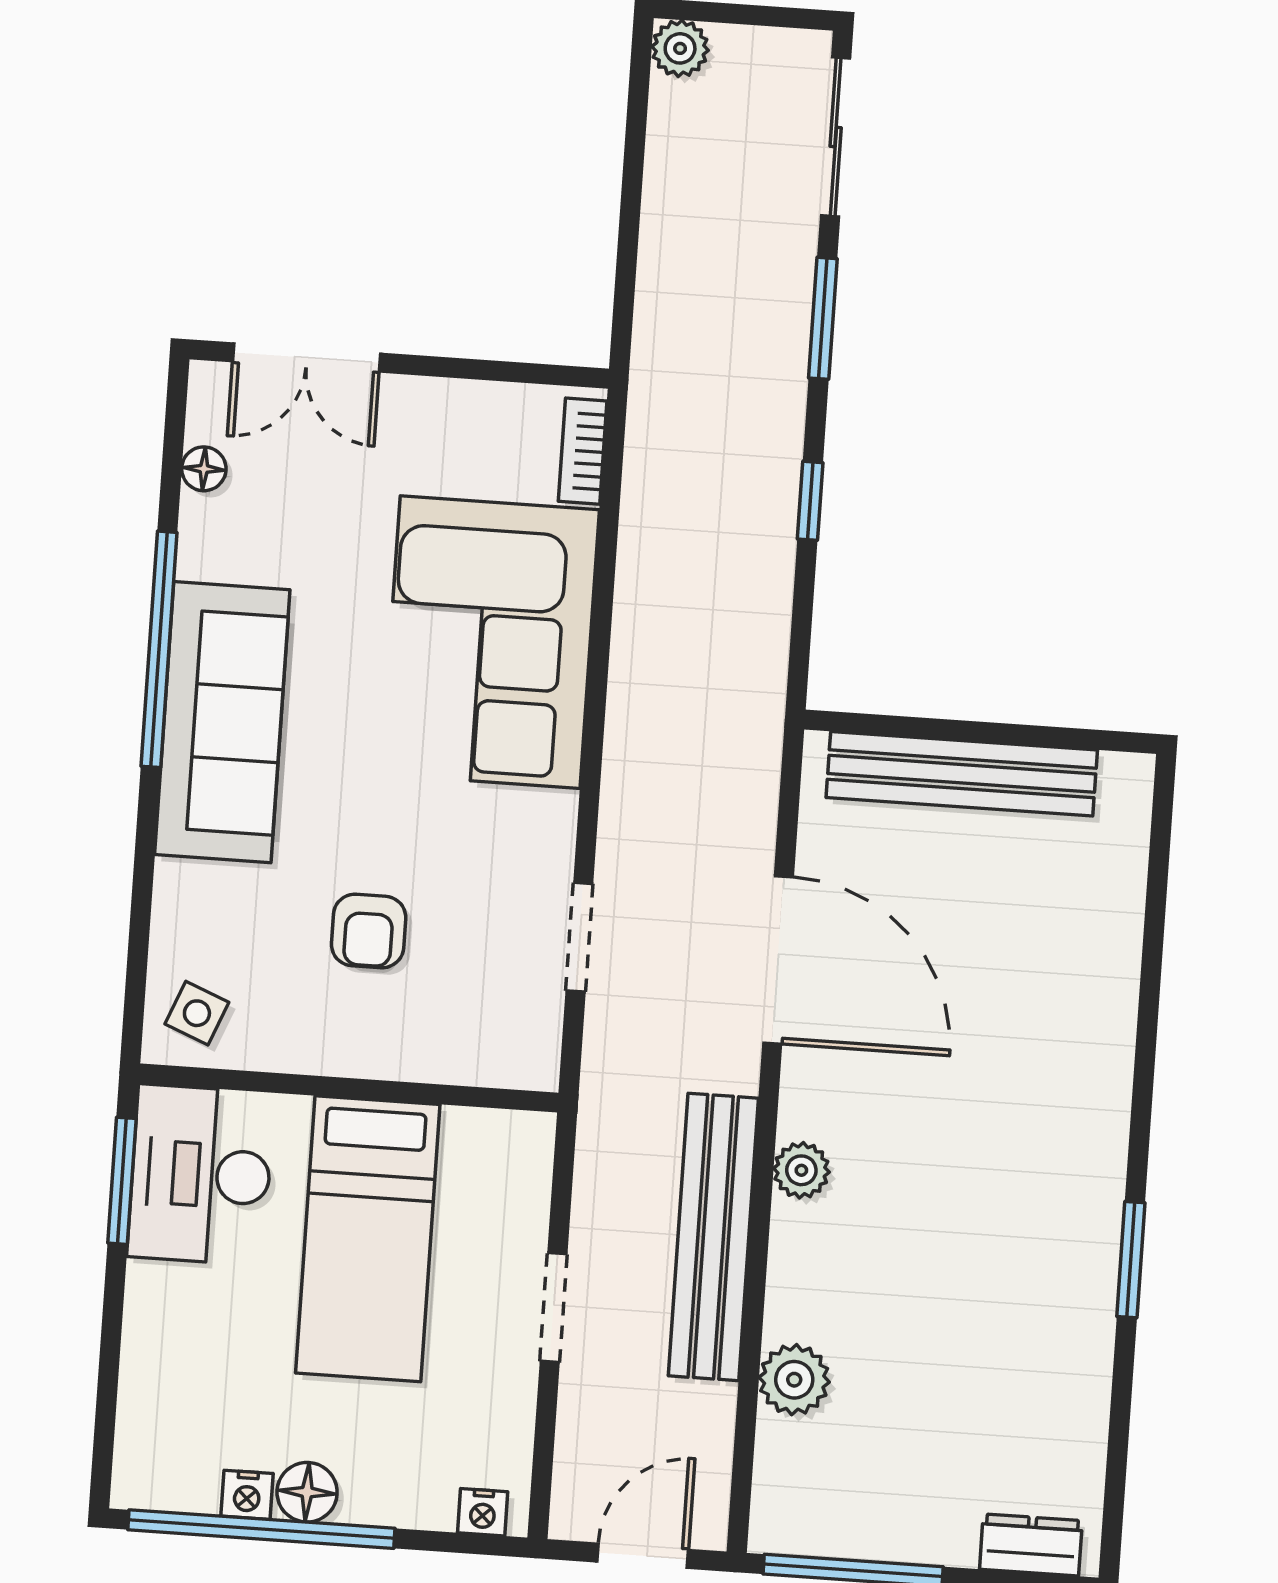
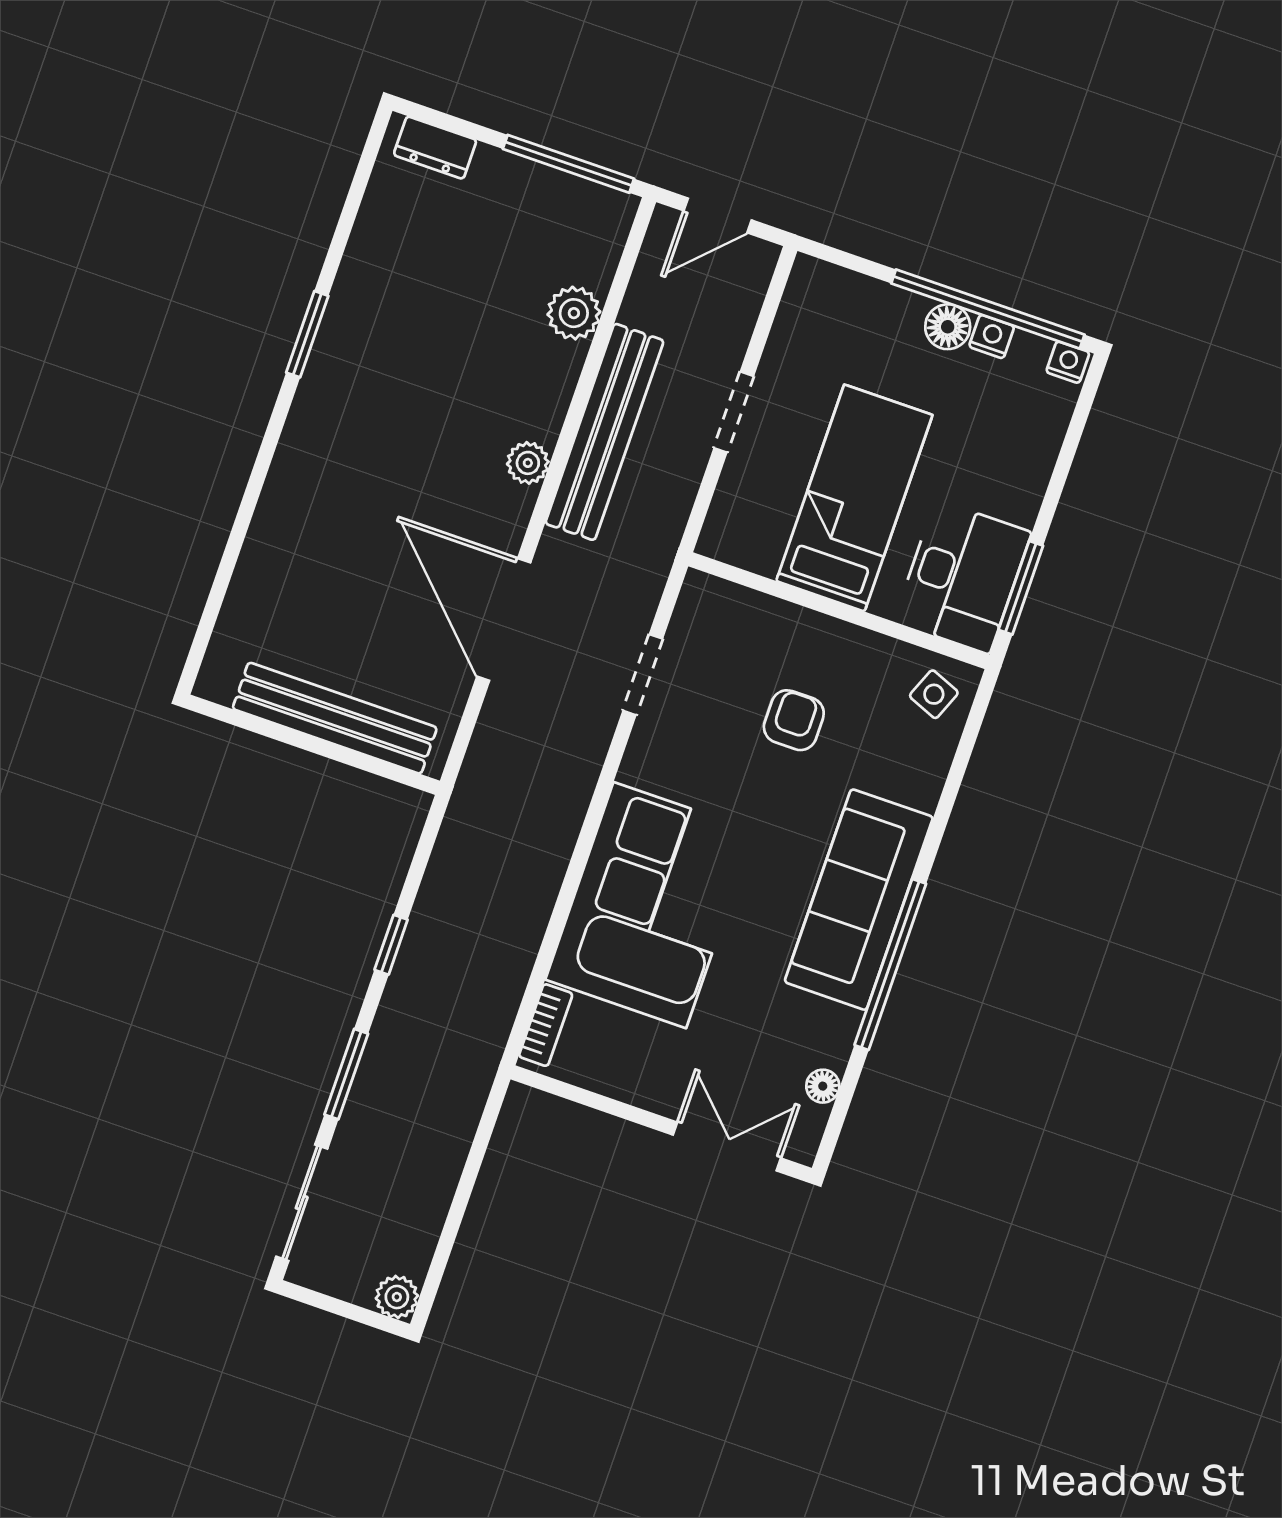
nightstand: (483, 1512) -> (1068, 362), moved

